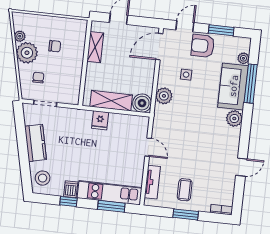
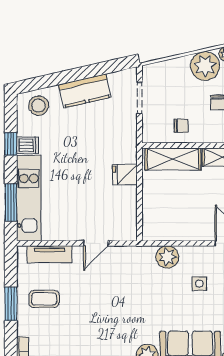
chair: (38, 78) -> (181, 126), moved
shelving: (111, 101) -> (173, 159), moved, turned 90
boiler: (142, 103) -> (154, 228), removed

